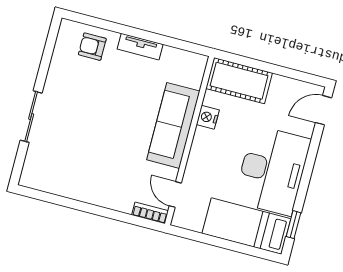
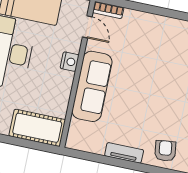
armchair: (92, 47) -> (165, 151), turned -97
nightstand: (208, 117) -> (70, 62), moved

